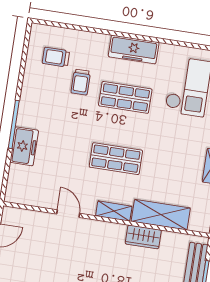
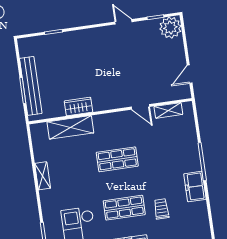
trolley: (56, 57) -> (186, 222), removed
freezer: (24, 146) -> (195, 187), moved
shelving: (114, 211) -> (168, 110), moved

